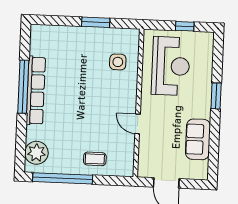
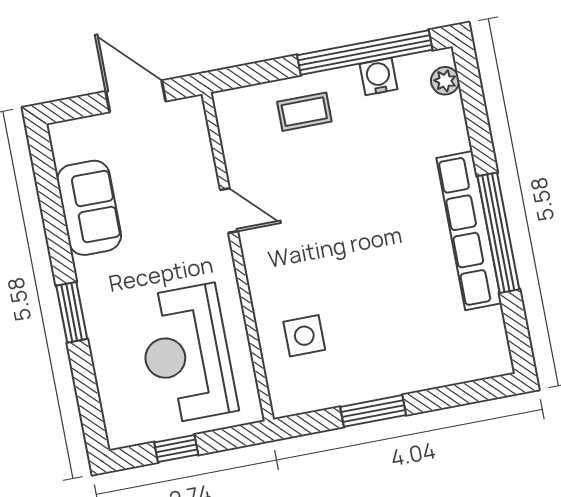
plant: (36, 153) -> (445, 81), width x0.53, depth x0.53
water cooler: (59, 167) -> (378, 77), added

